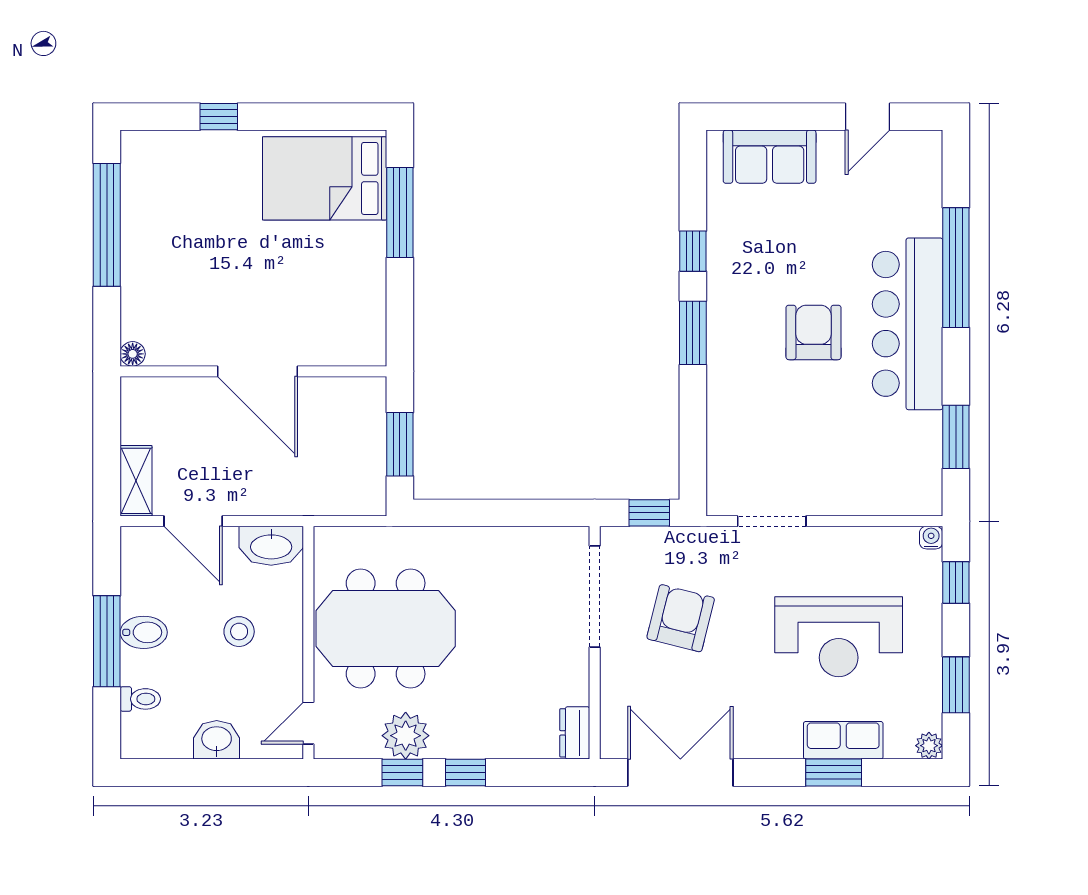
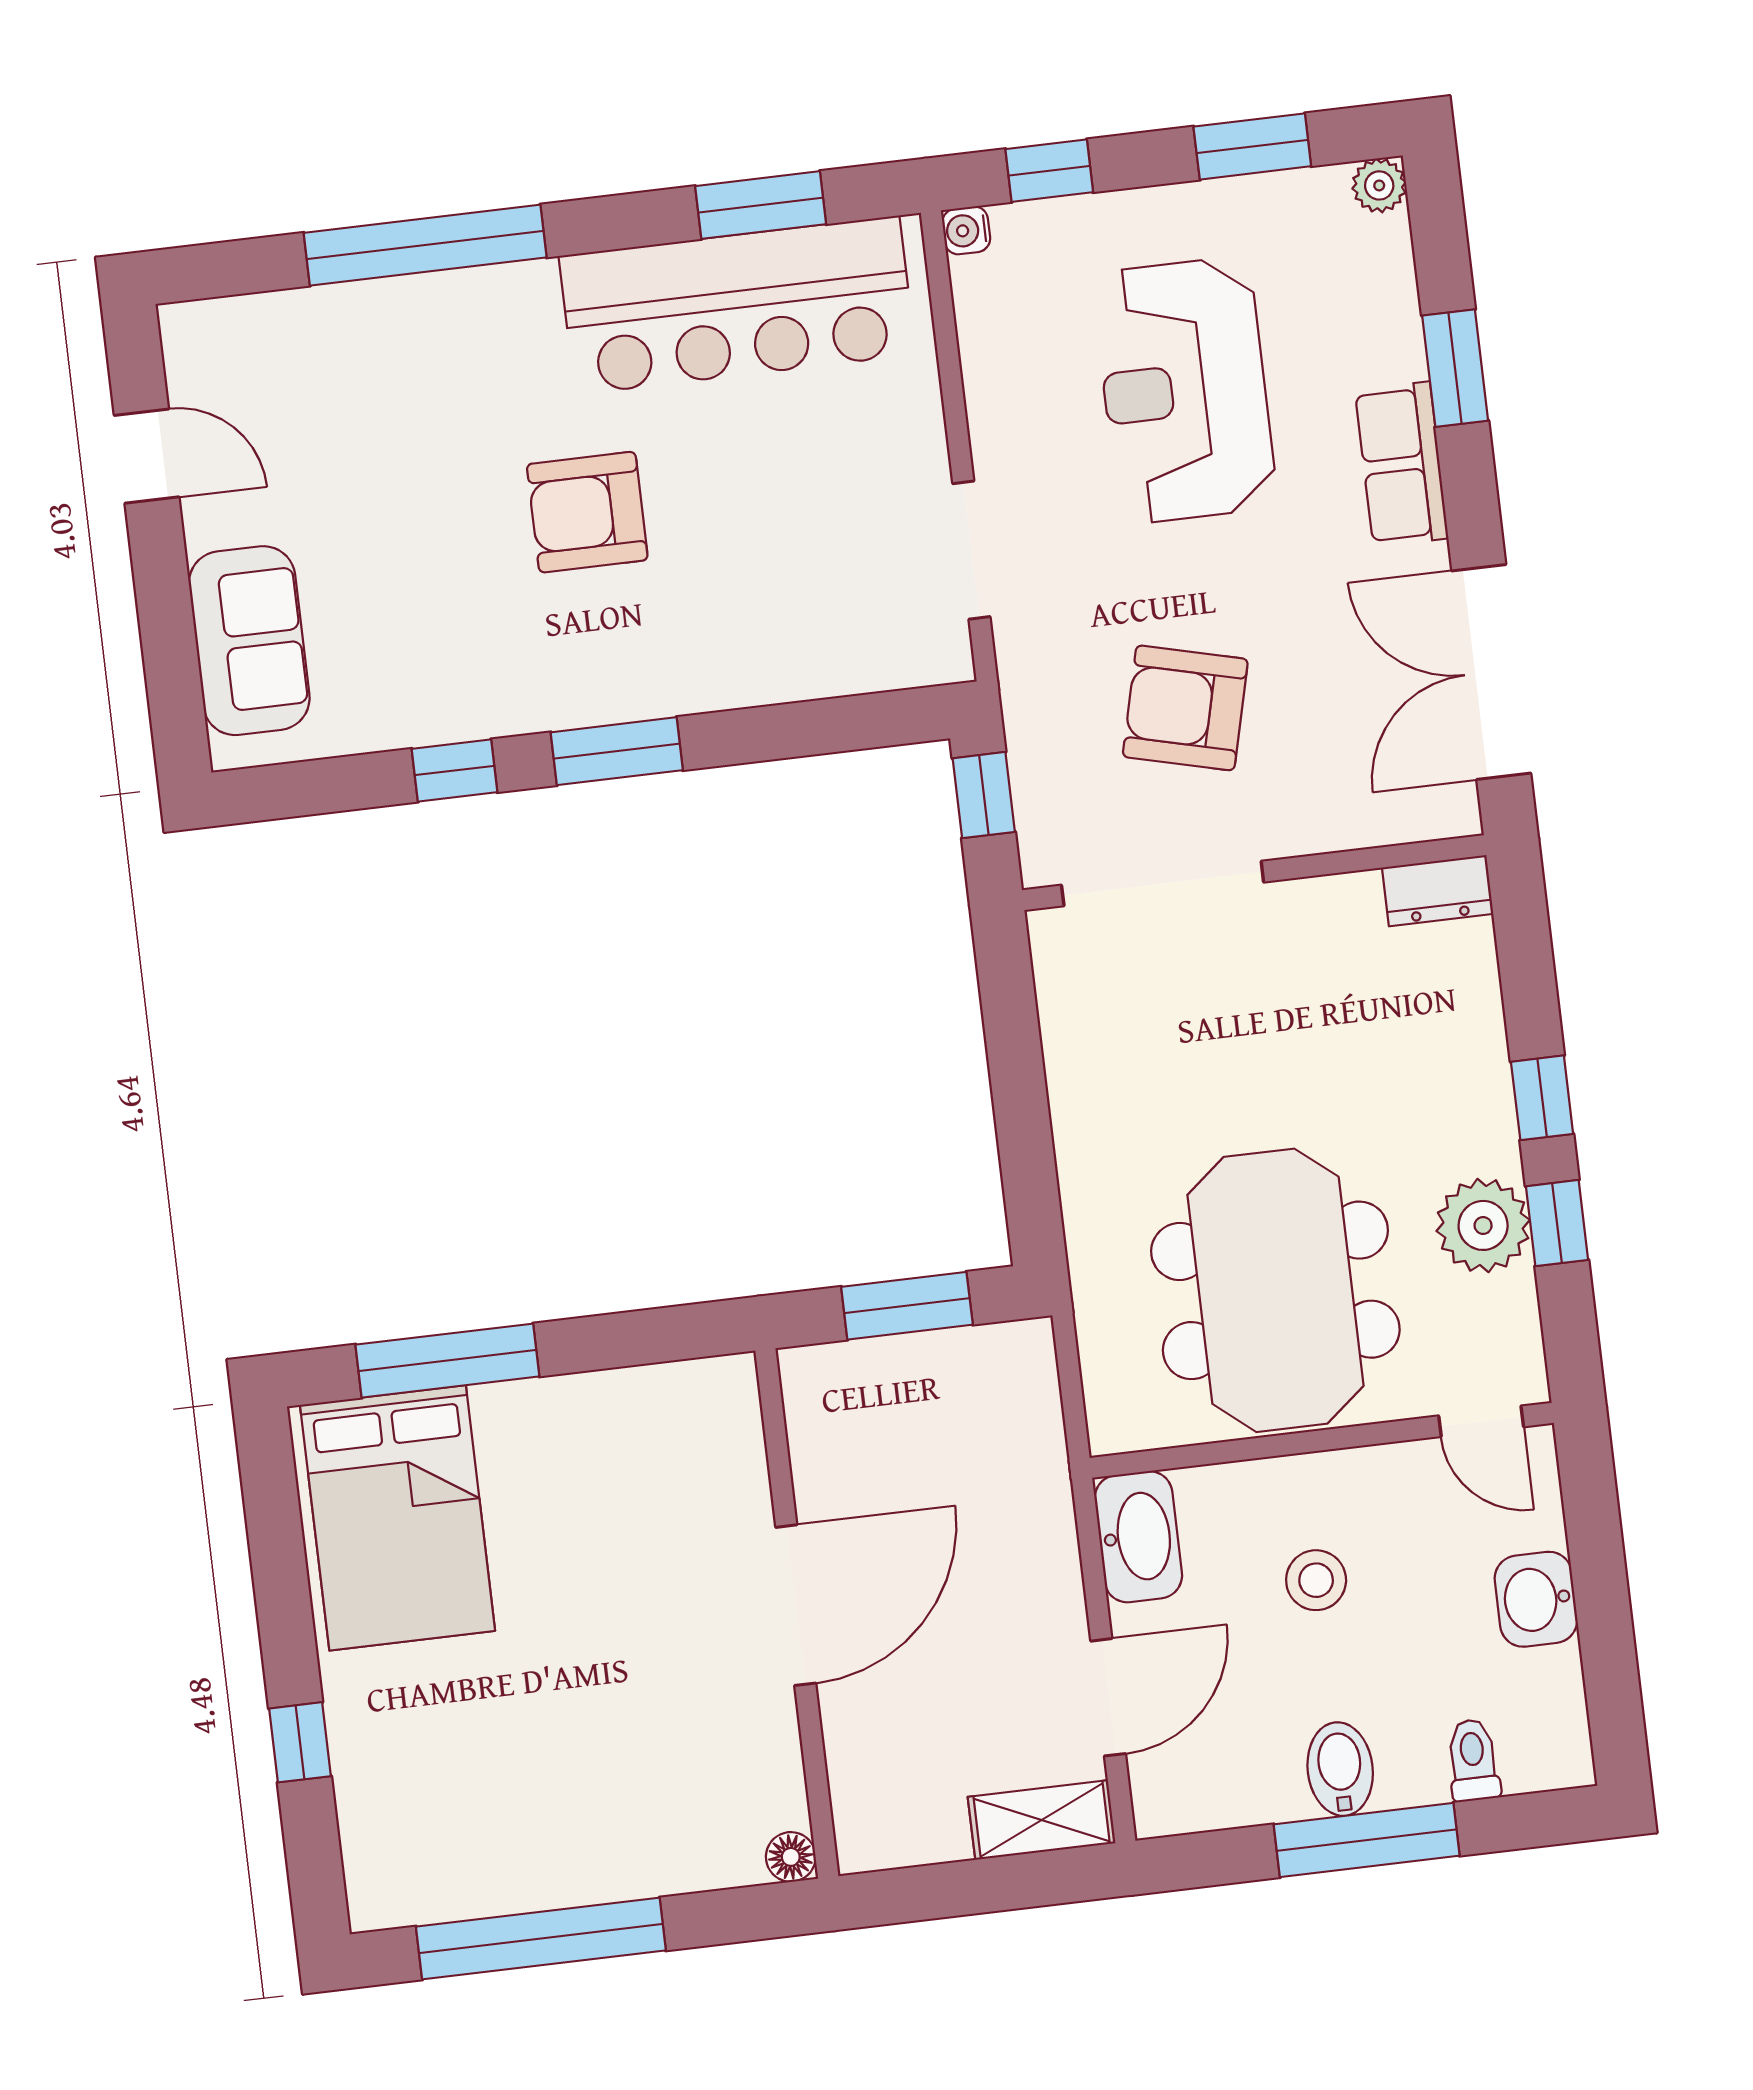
bar counter: (908, 324) -> (737, 305), moved
reception desk: (839, 637) -> (1185, 390), turned 180
row of seats: (843, 740) -> (1402, 464), moved

